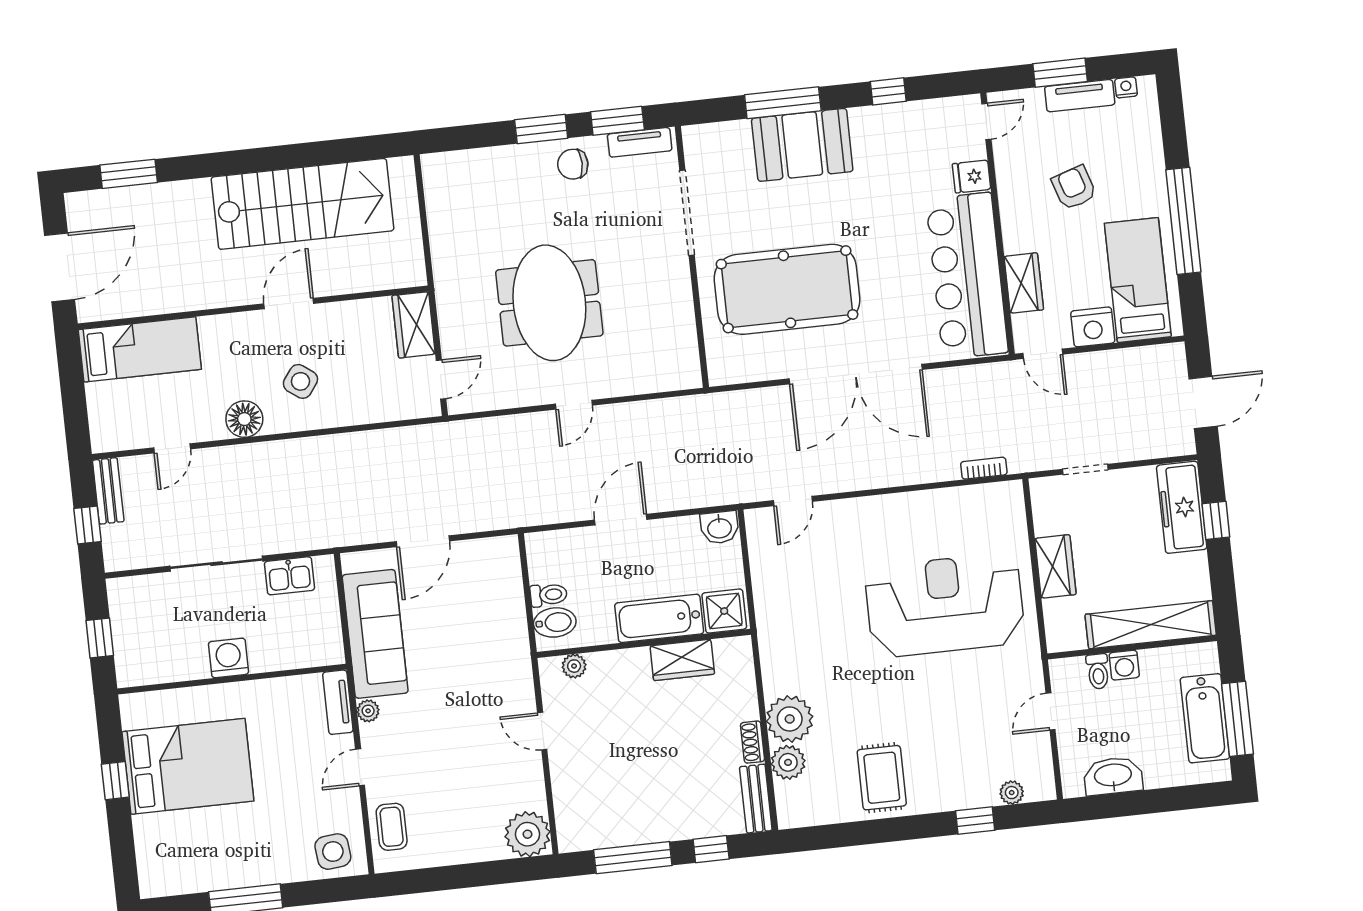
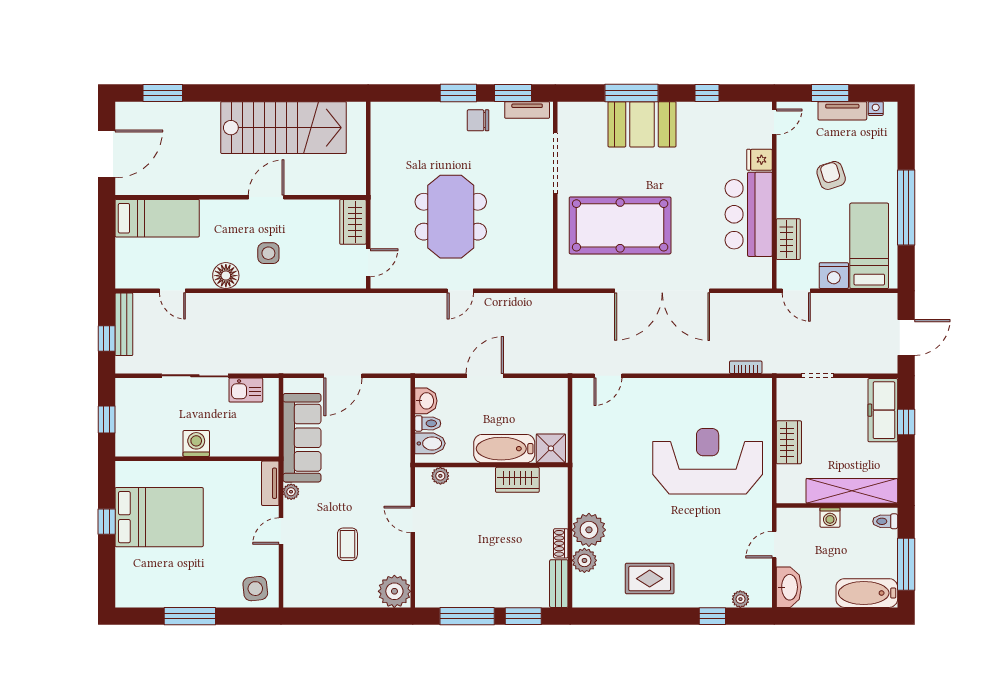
bar counter: (967, 276) -> (749, 214), width x0.73
side table: (300, 381) -> (268, 253), turned -36
door: (172, 448) -> (172, 291), hinge flipped
bench: (108, 491) -> (124, 324), width x1.36
washbasin: (719, 527) -> (426, 401), moved, turned -90
toilet: (1098, 671) -> (885, 521), moved, turned 90
bathtub: (1205, 718) -> (867, 593), moved, turned 90
washbasin: (1113, 776) -> (789, 587), moved, turned 90
rug: (882, 778) -> (650, 579), turned 90
coffee table: (392, 827) -> (347, 544), moved
window: (711, 849) -> (523, 616), width x1.50

